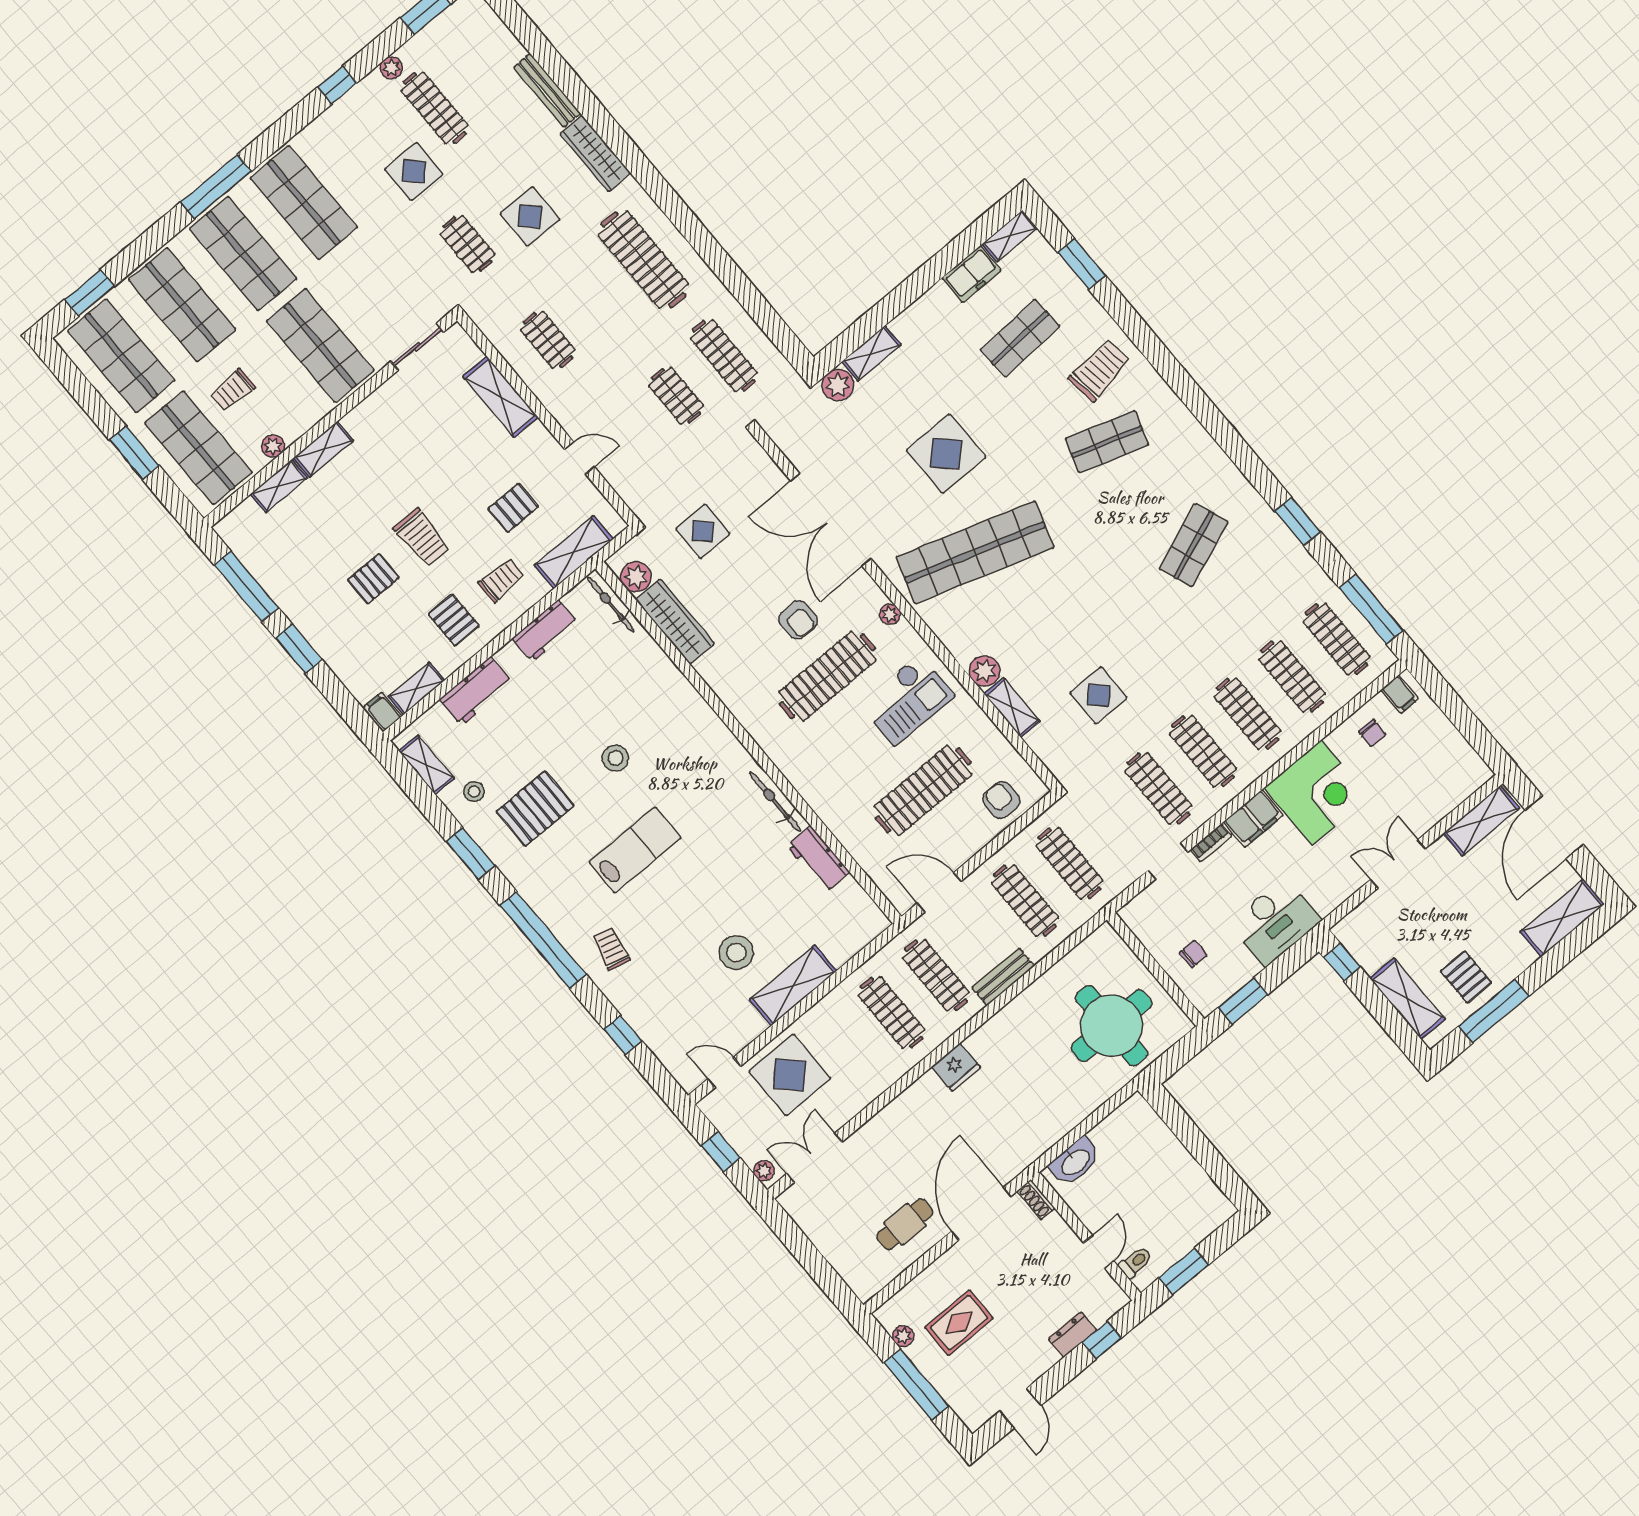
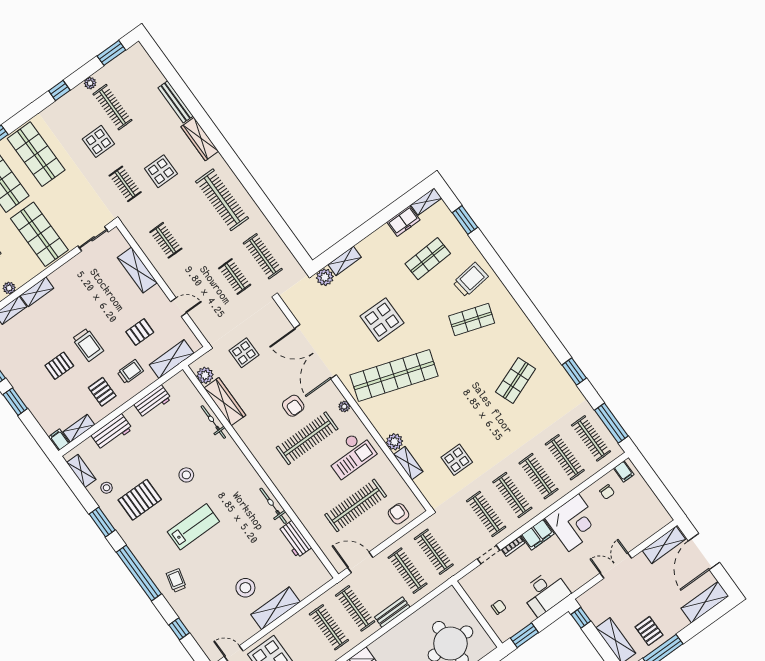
bicycle: (611, 605) -> (213, 422), moved

